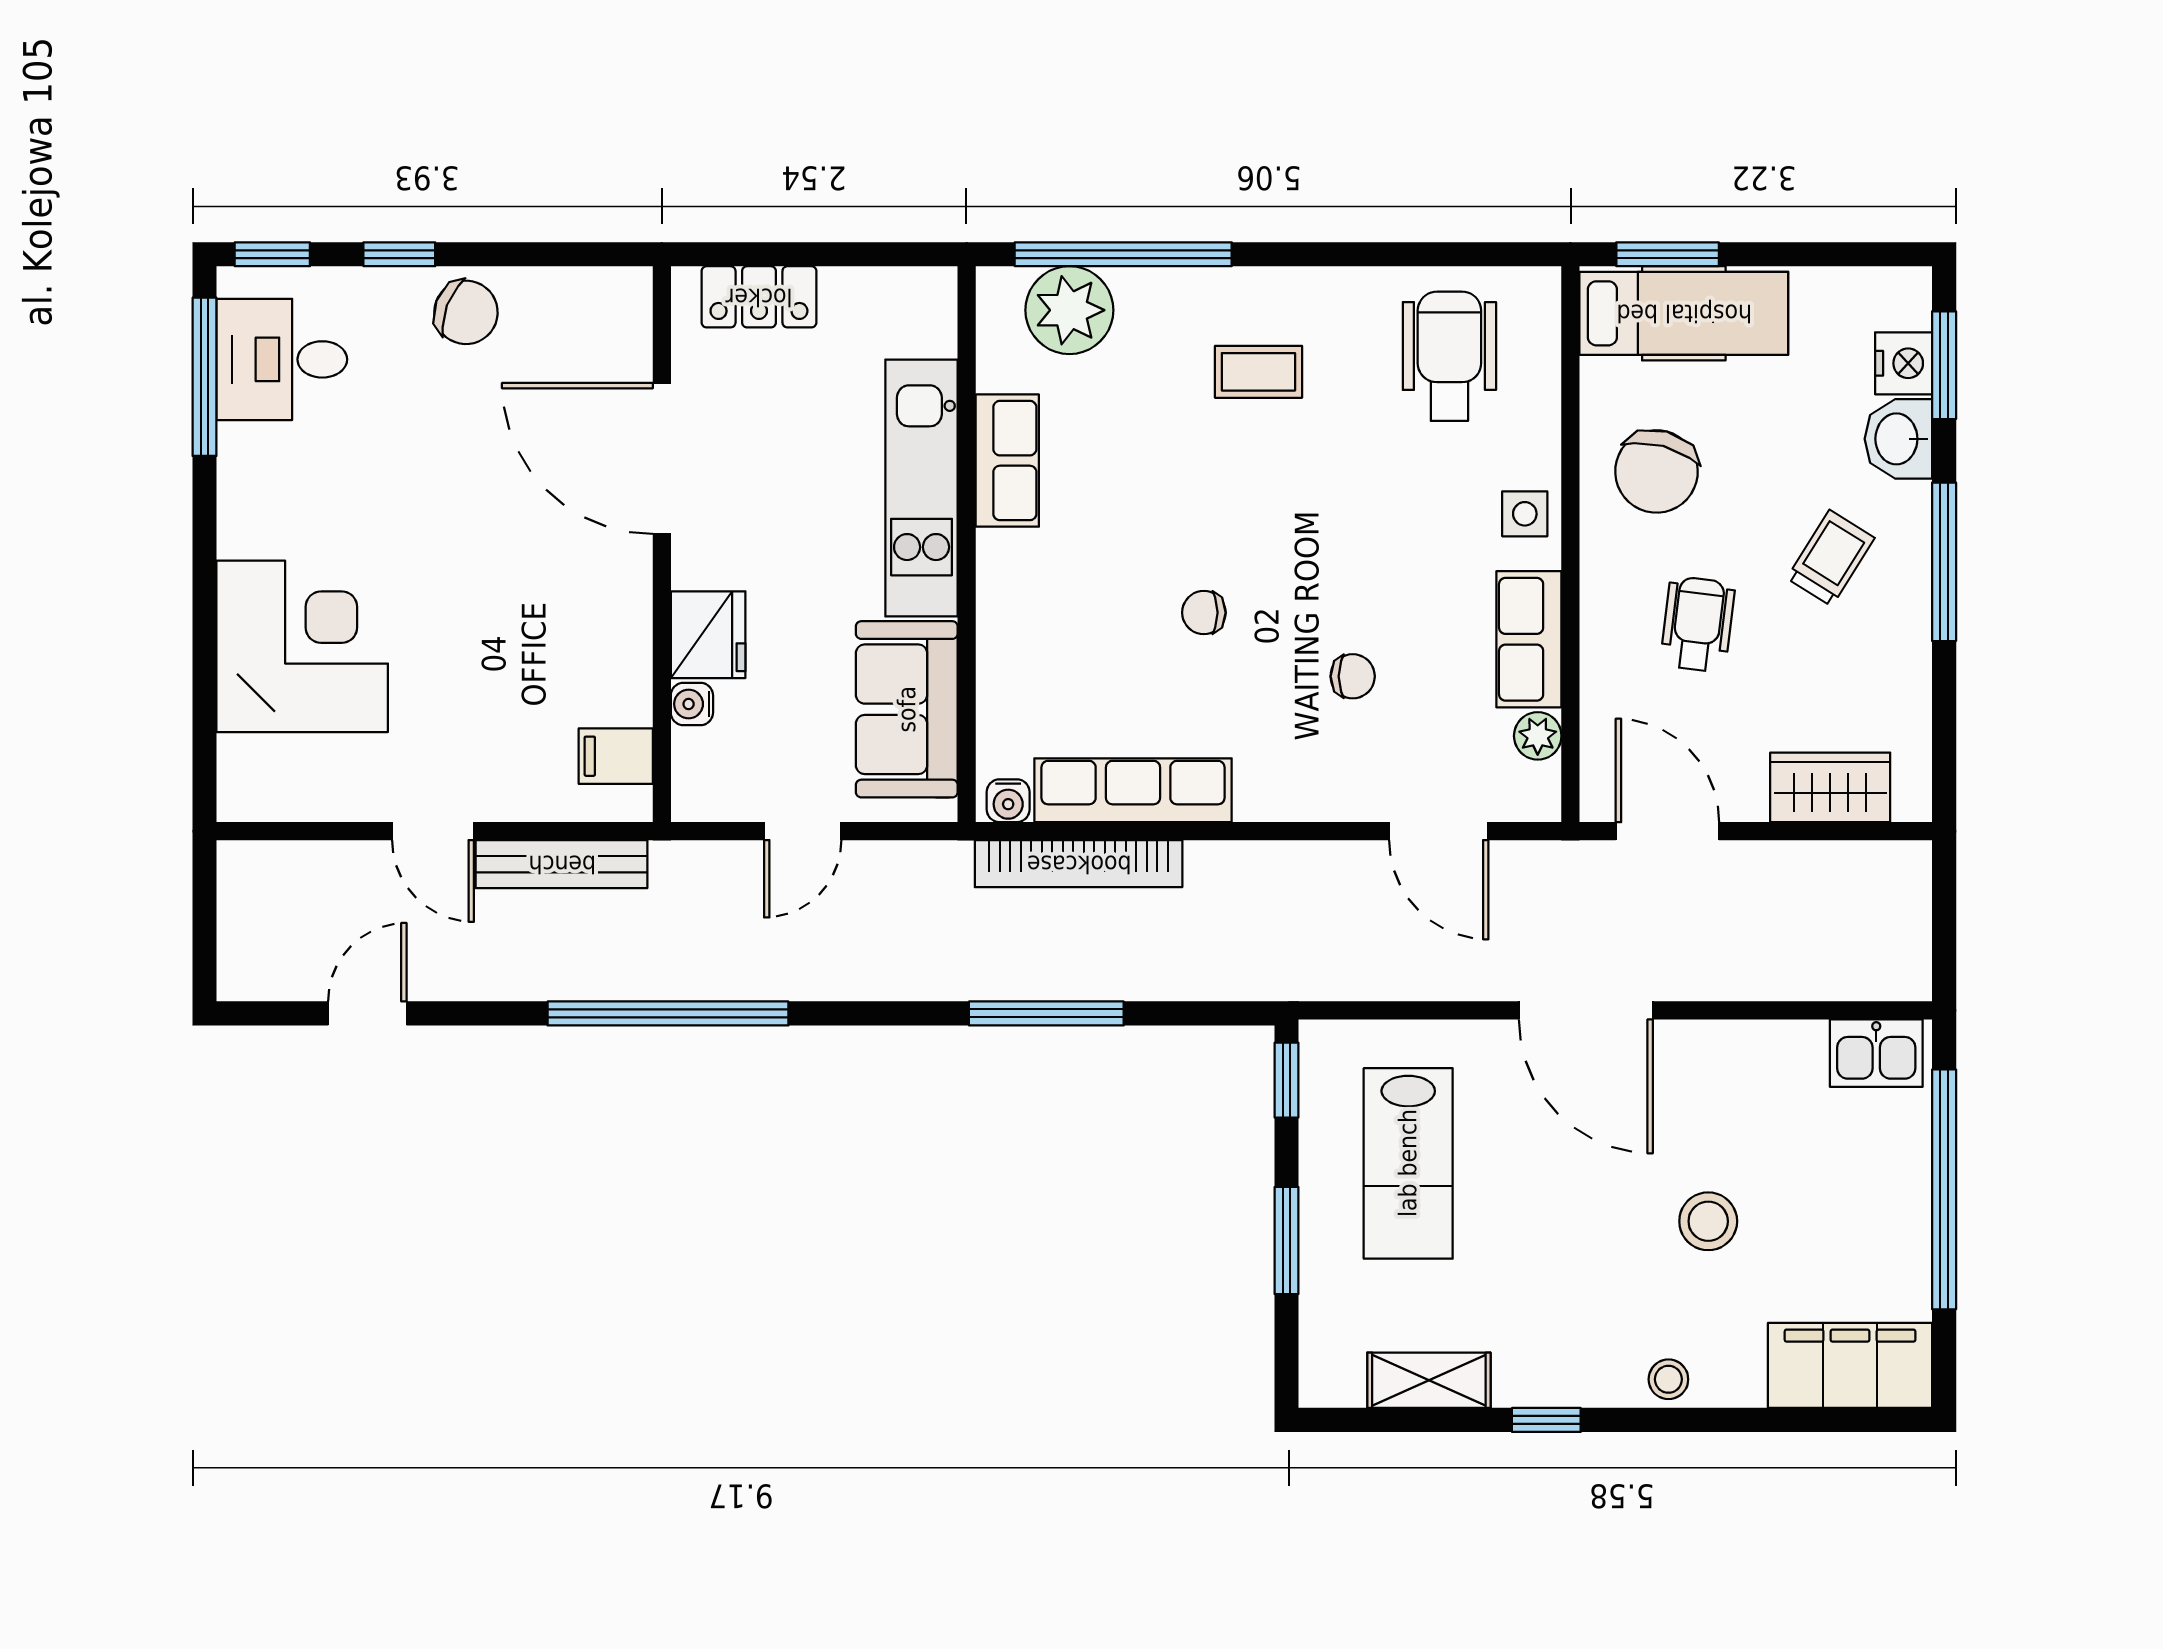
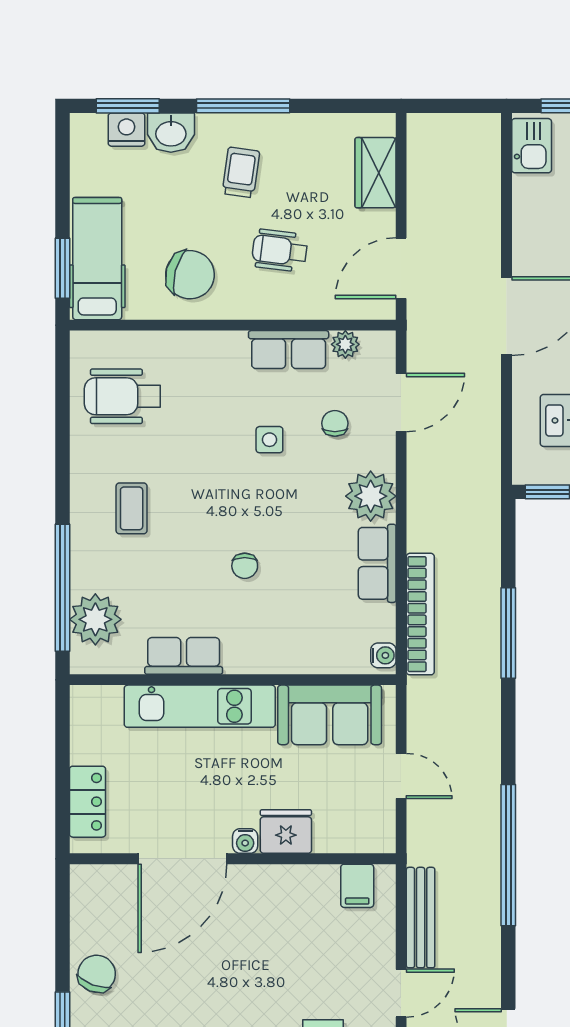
side table: (1525, 514) -> (269, 440), moved
trolley: (1831, 558) -> (241, 172), turned 66
chair: (1204, 613) -> (245, 566), moved
chair: (1353, 676) -> (335, 423), moved
water cooler: (692, 704) -> (245, 841), moved
plant: (1279, 779) -> (371, 496), added
row of seats: (1133, 790) -> (377, 563), width x0.68

